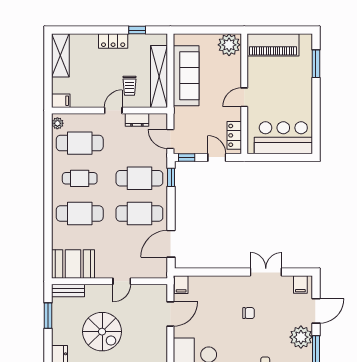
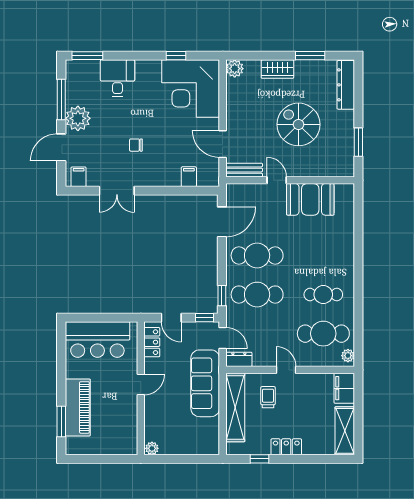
plant: (229, 45) -> (152, 448), width x0.53, depth x0.53
piano: (273, 45) -> (78, 407), moved, turned 90
sofa: (186, 76) -> (205, 383), moved
filing cabinet: (61, 101) -> (344, 388), width x2.00
door: (113, 110) -> (286, 370), swing flipped
dresser: (137, 120) -> (239, 359), moved
cafe table: (80, 213) -> (323, 255), removed
booth: (73, 264) -> (310, 199), moved
door: (122, 281) -> (277, 180), hinge flipped
filing cabinet: (181, 285) -> (189, 177), moved
bench: (68, 291) -> (244, 170), moved
door: (170, 314) -> (223, 144), hinge flipped

